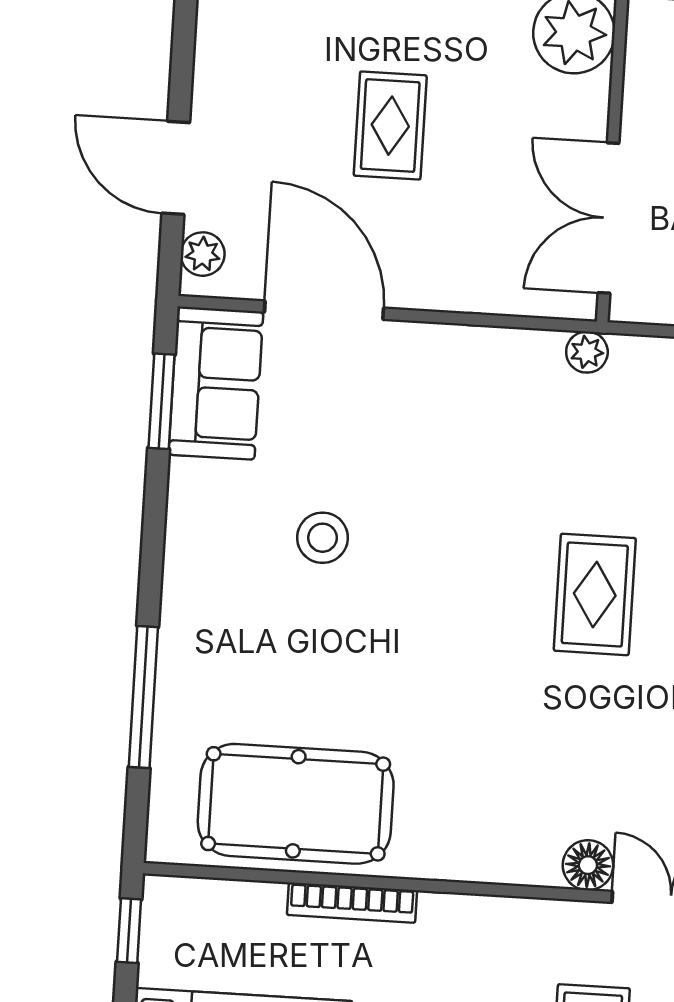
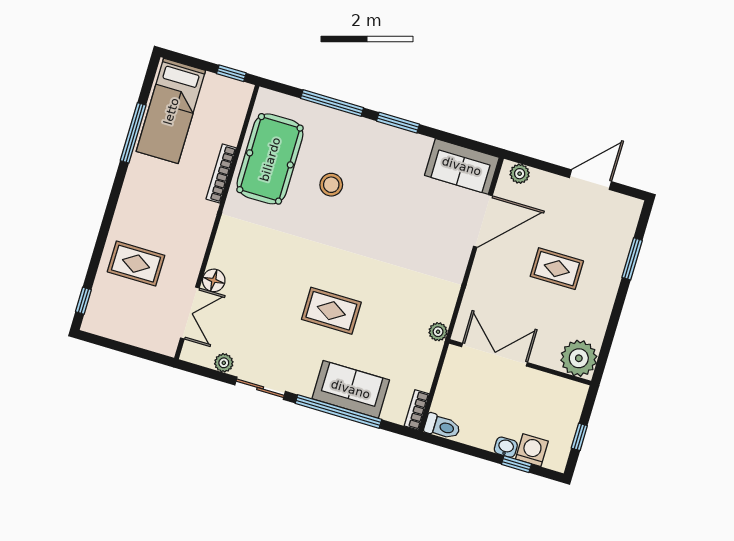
door: (176, 168) -> (590, 180), moved
window: (161, 401) -> (398, 123), moved
stool: (323, 538) -> (331, 185), moved

